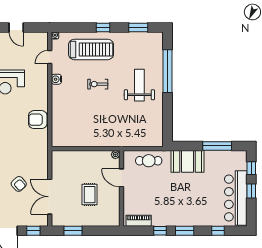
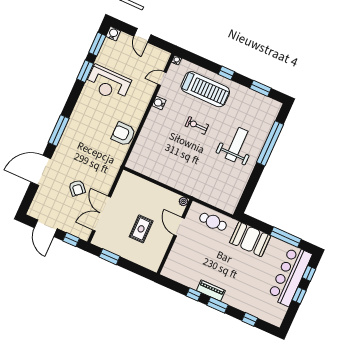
bar counter: (236, 198) -> (290, 276), moved
piano: (139, 221) -> (211, 291), moved

